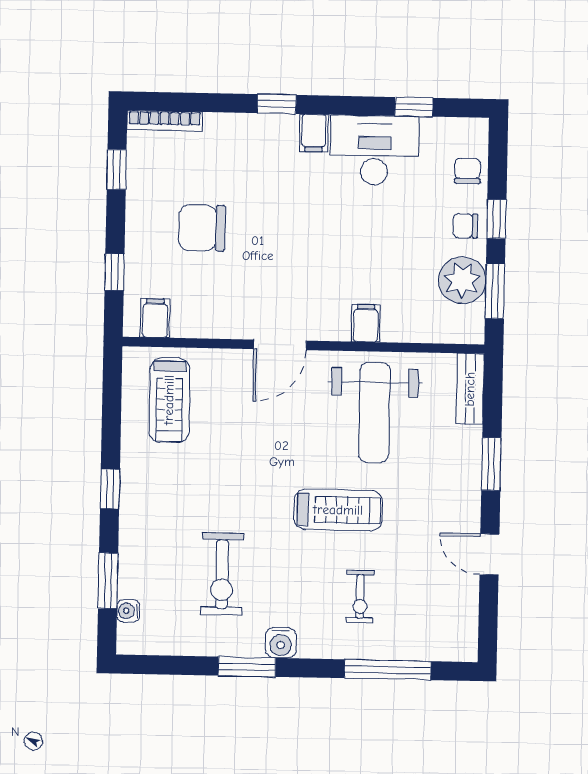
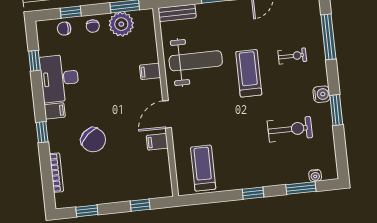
bookcase: (165, 121) -> (56, 173), moved
window: (496, 219) -> (71, 12), moved
chair: (202, 228) -> (93, 140), moved, turned -41
filing cabinet: (155, 318) -> (157, 142), moved
door: (280, 345) -> (167, 114), swing flipped
treadmill: (169, 400) -> (203, 168), turned -90

